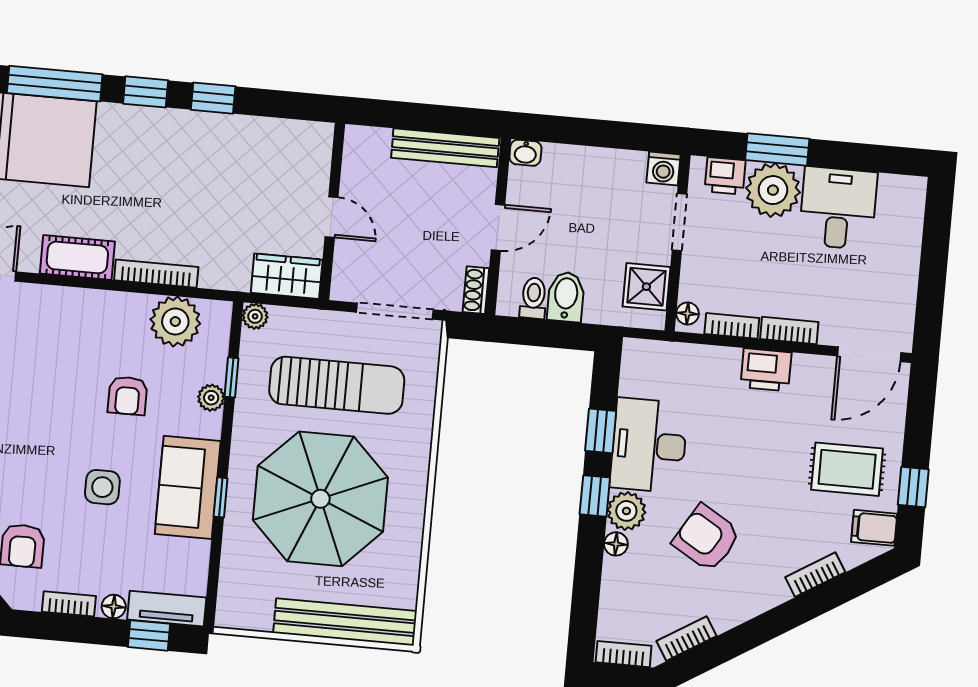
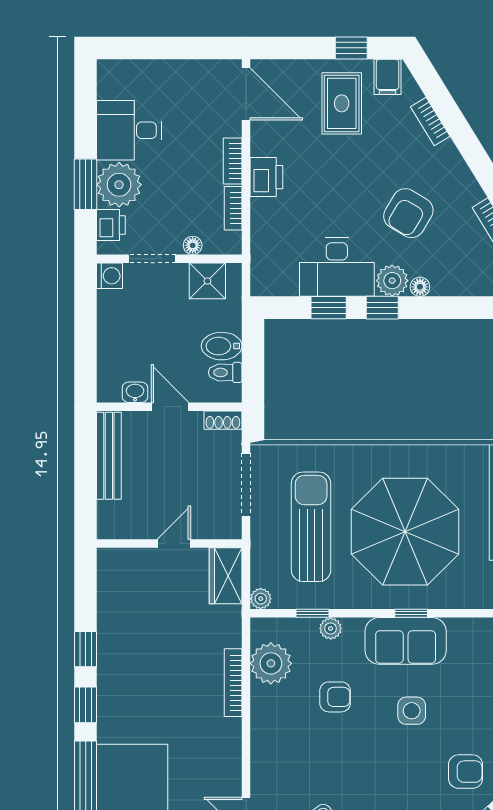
washbasin: (525, 153) -> (135, 392), moved, turned -90
cot: (77, 257) -> (226, 748), removed
floor lamp: (688, 314) -> (193, 245), moved

